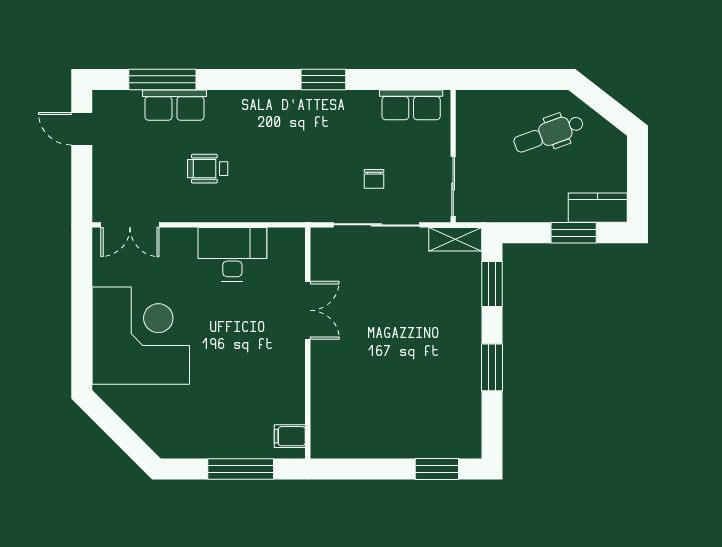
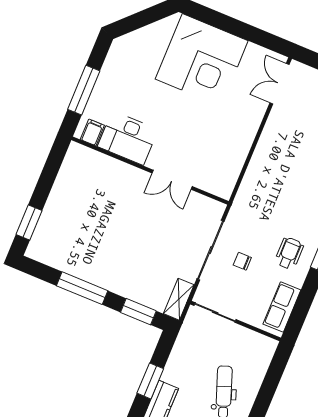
wheelchair: (208, 169) -> (289, 253), moved
desk: (232, 254) -> (128, 138), moved, turned 90
window: (492, 367) -> (82, 288), width x1.44

